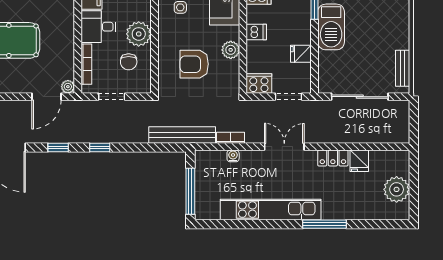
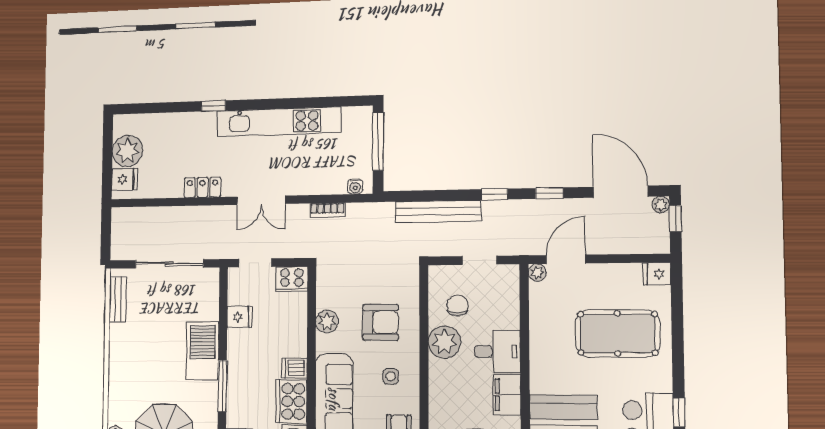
dishwasher: (256, 32) -> (294, 368), moved
bookcase: (86, 64) -> (513, 302), removed
armchair: (194, 64) -> (381, 322), moved
bench: (182, 135) -> (438, 211), moved
water cooler: (233, 156) -> (355, 186), moved
fridge: (359, 161) -> (124, 179), moved, turned 90
window: (324, 224) -> (213, 106), width x0.46

